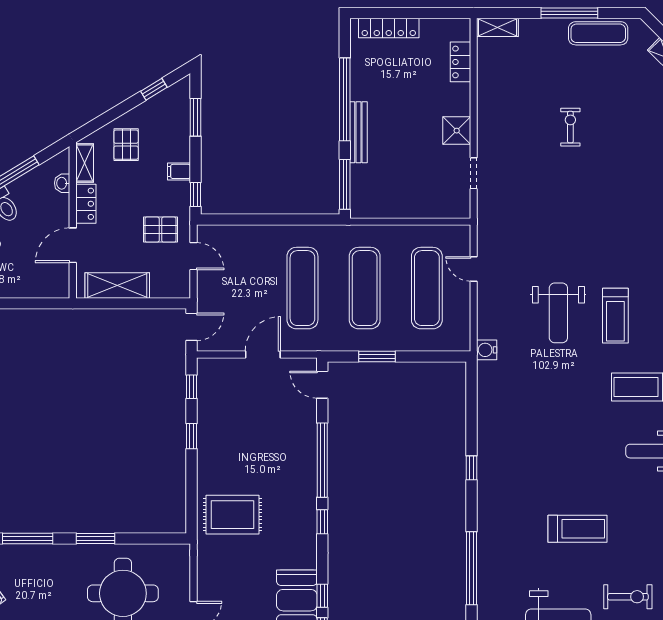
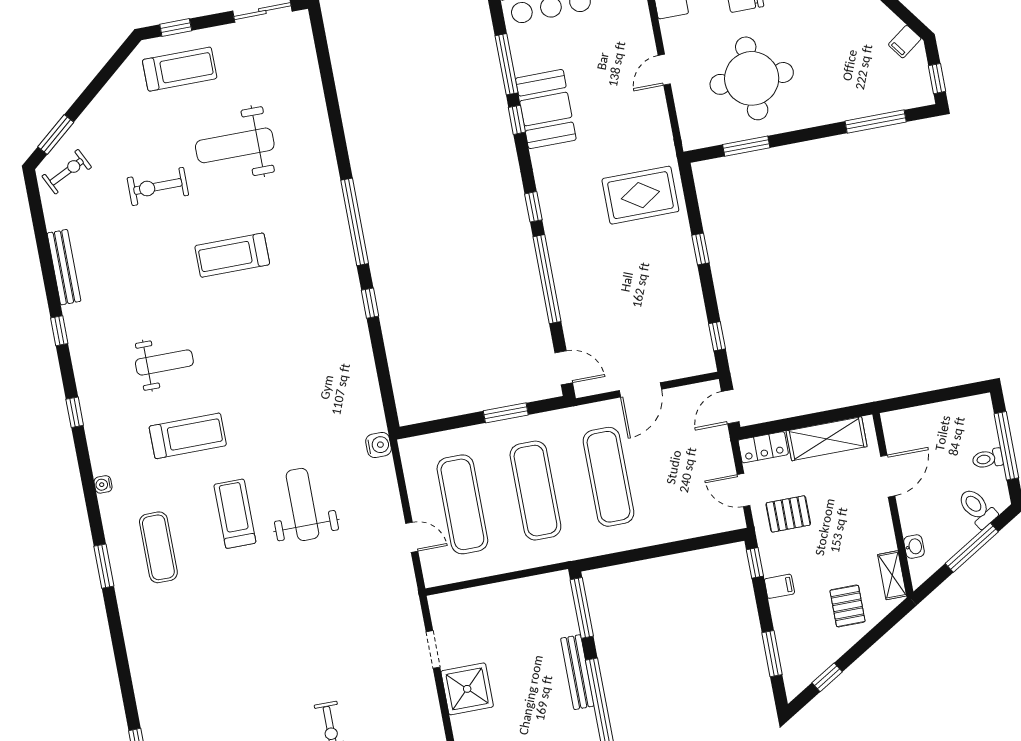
shower: (457, 131) -> (467, 689), width x1.36, depth x1.36
locker: (86, 204) -> (763, 447), moved, turned -90
window: (191, 436) -> (701, 249), moved
window: (95, 539) -> (746, 146), moved
window: (472, 568) -> (355, 222), moved

